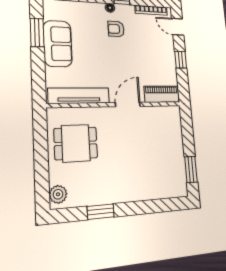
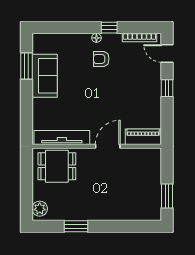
piano: (162, 94) -> (143, 137), moved
tv unit: (79, 96) -> (62, 138), moved
wall: (117, 105) -> (97, 146), moved
door: (128, 105) -> (108, 146), moved

